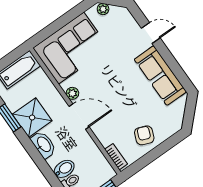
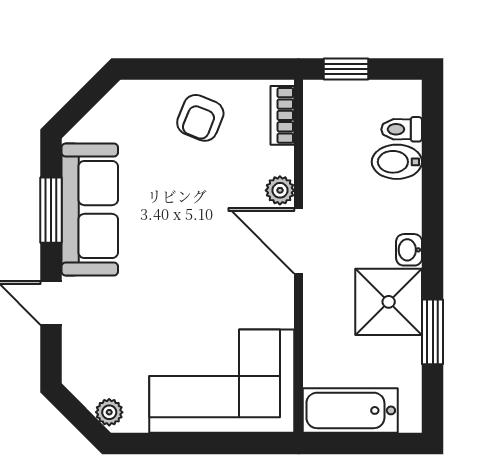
window: (174, 66) -> (51, 210), added
plant: (72, 93) -> (280, 190), moved
washbasin: (44, 145) -> (409, 250), width x0.52, depth x0.69

